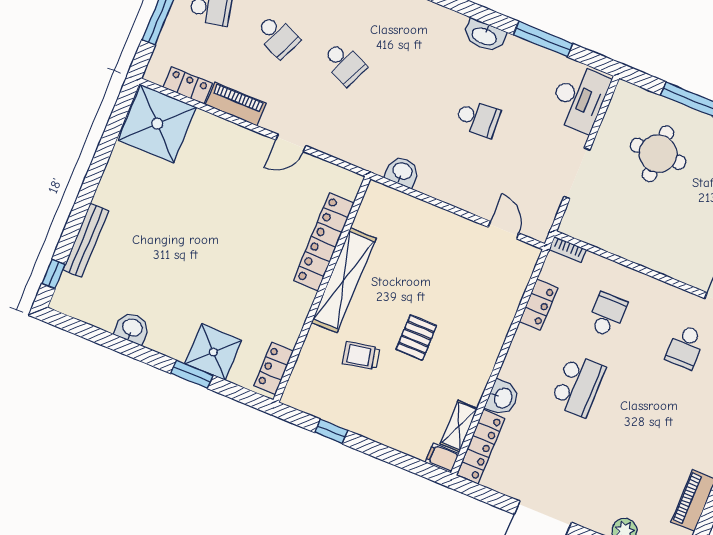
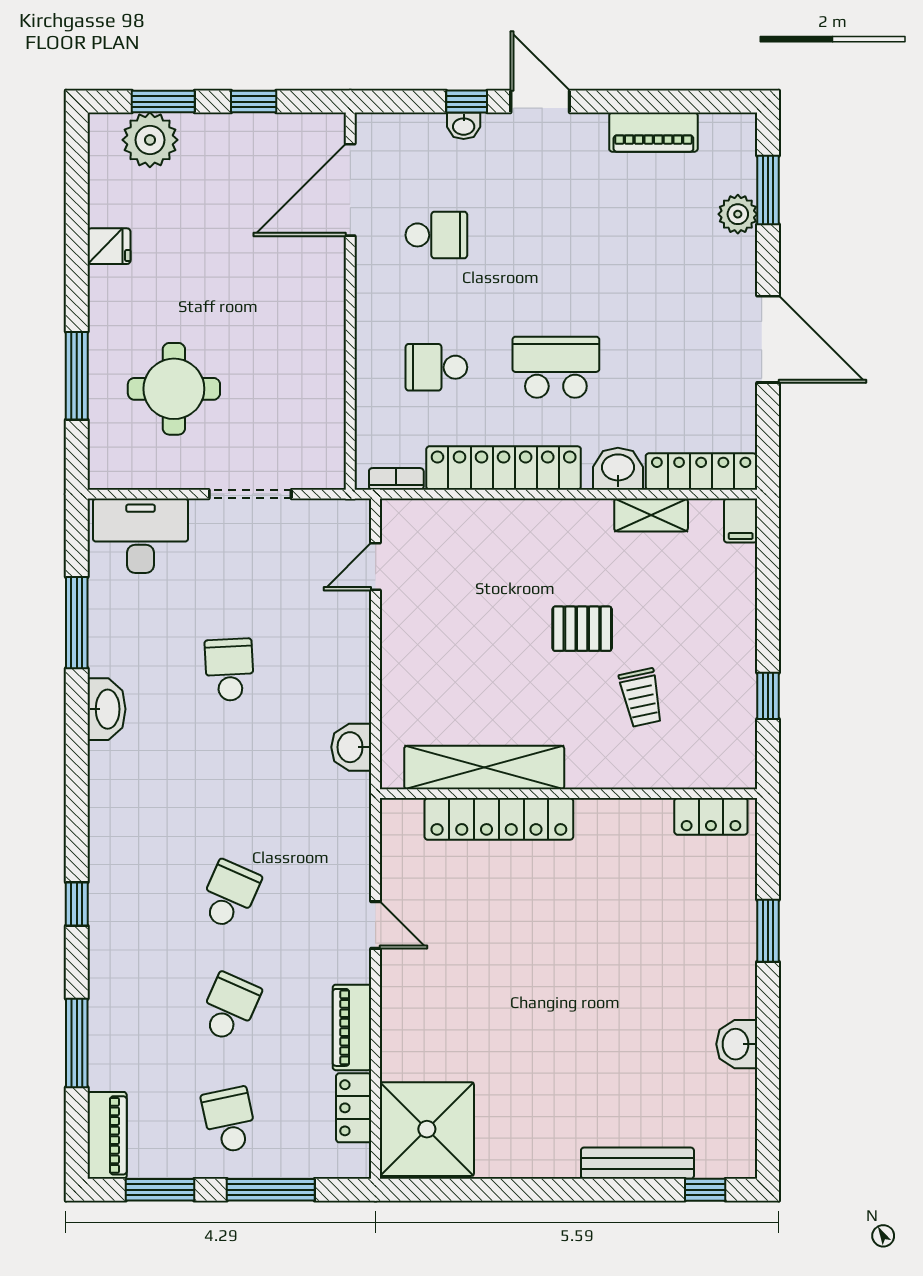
bookcase: (568, 249) -> (396, 479), moved, turned -90
shelving: (344, 280) -> (484, 767), moved
locker: (539, 305) -> (504, 468), width x2.16, depth x1.21
shower: (213, 352) -> (723, 913), removed
shelving: (459, 426) -> (651, 515), moved

